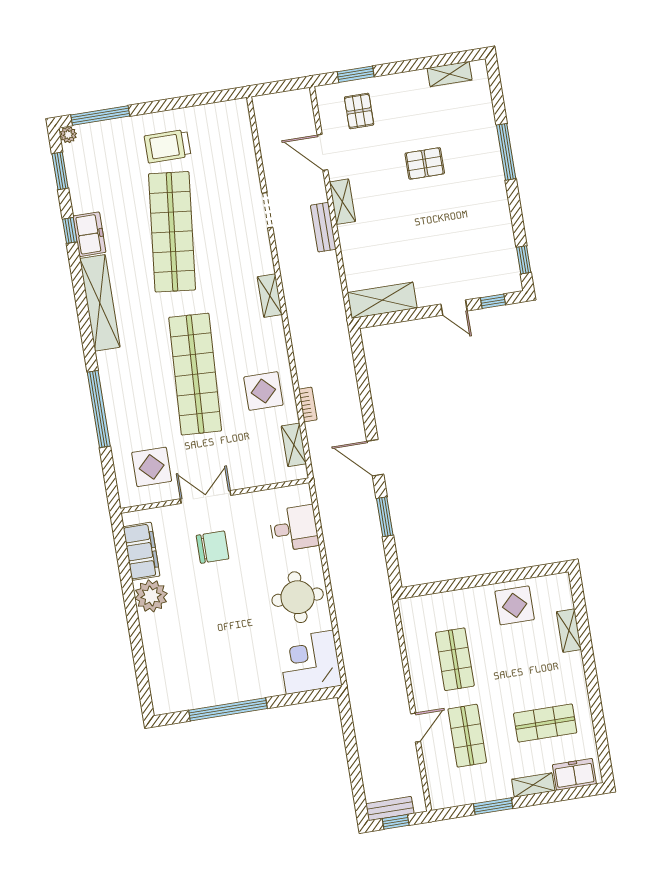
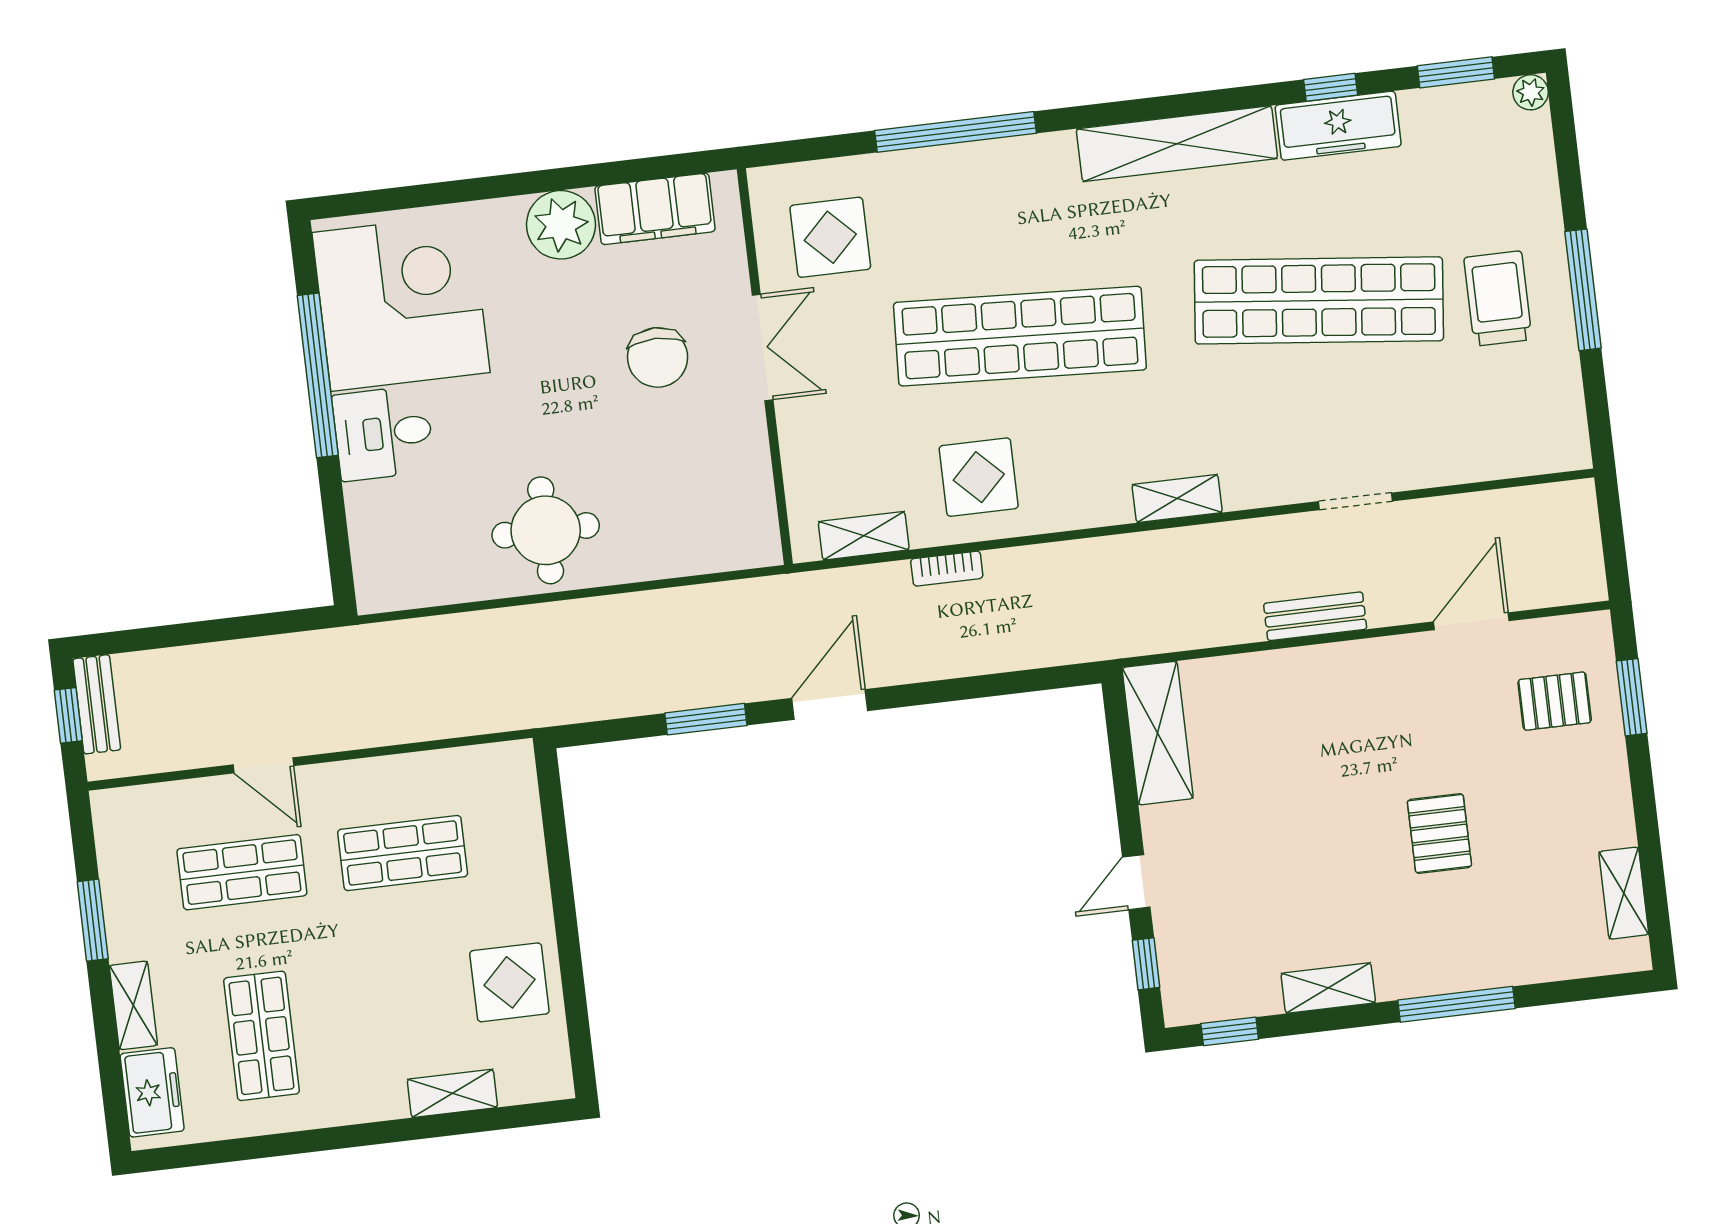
window: (100, 116) -> (1583, 290), moved
shelving: (343, 202) -> (1328, 988), moved
freezer: (89, 234) -> (1338, 126), width x1.40
desk: (294, 528) -> (383, 433), moved, turned 90
corner desk: (310, 662) -> (401, 303), moved, width x1.36, depth x1.36

